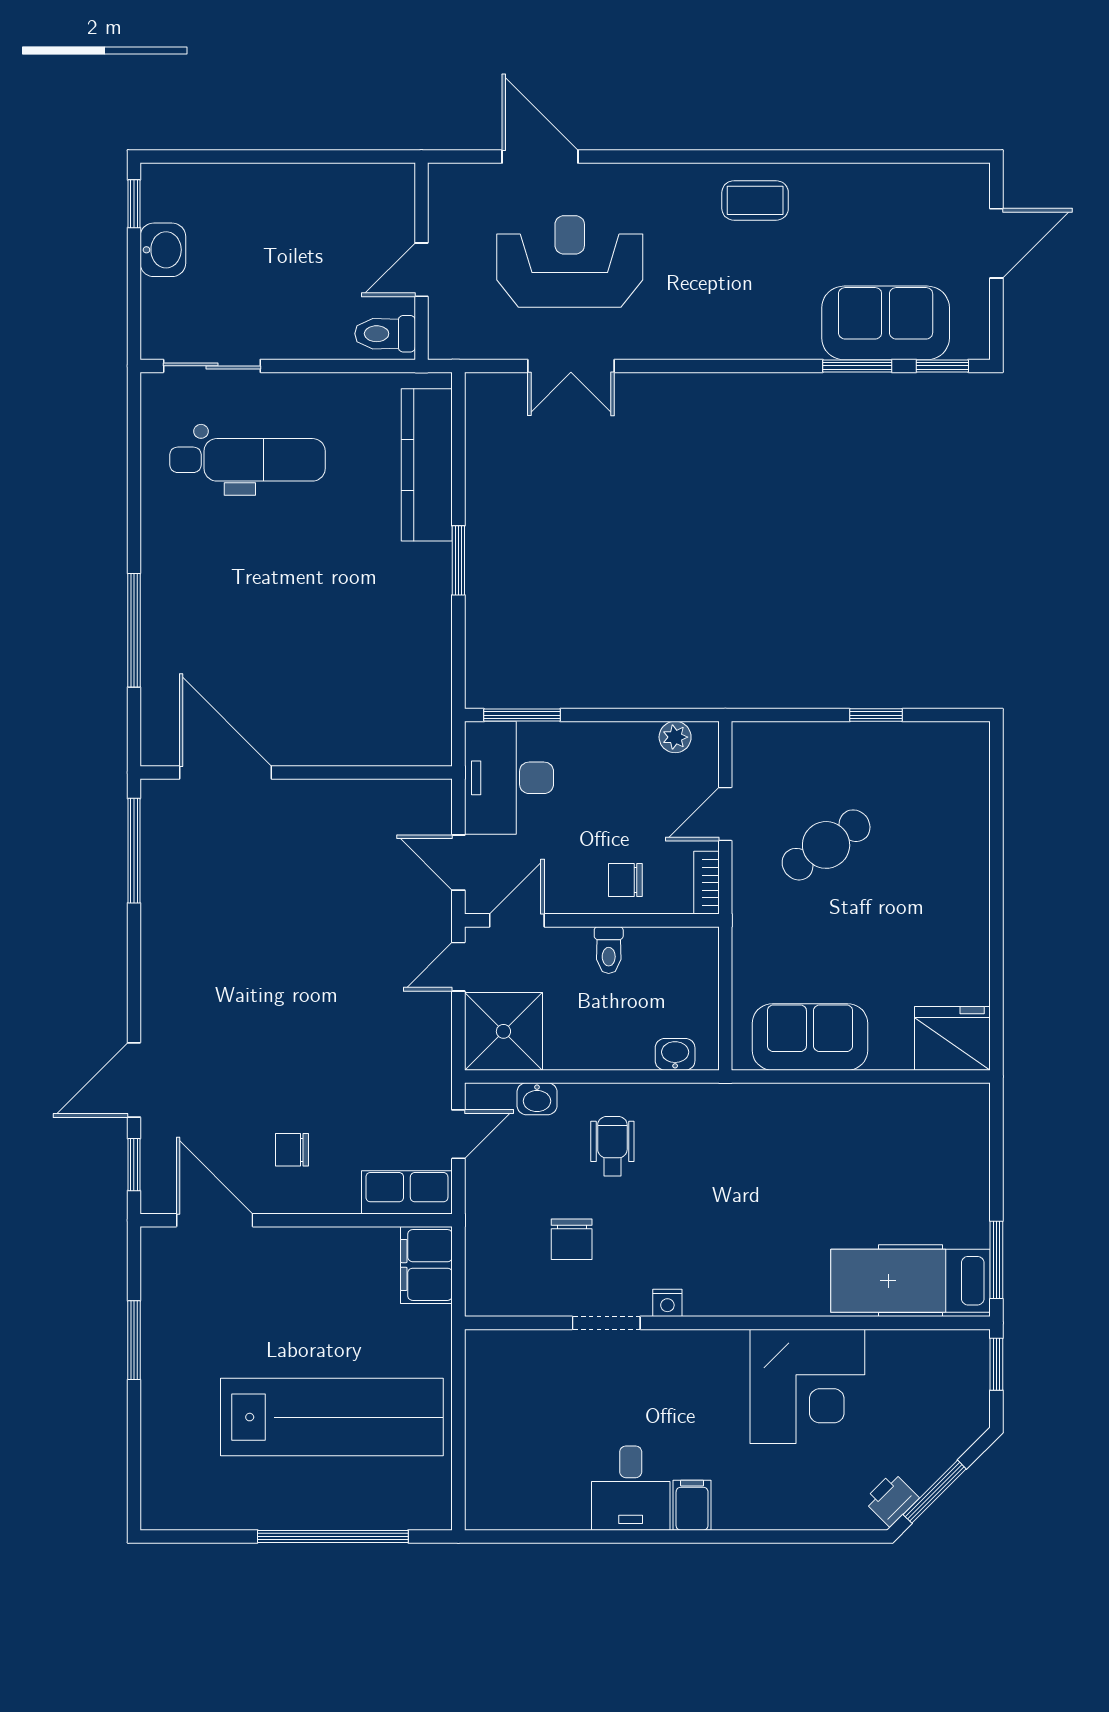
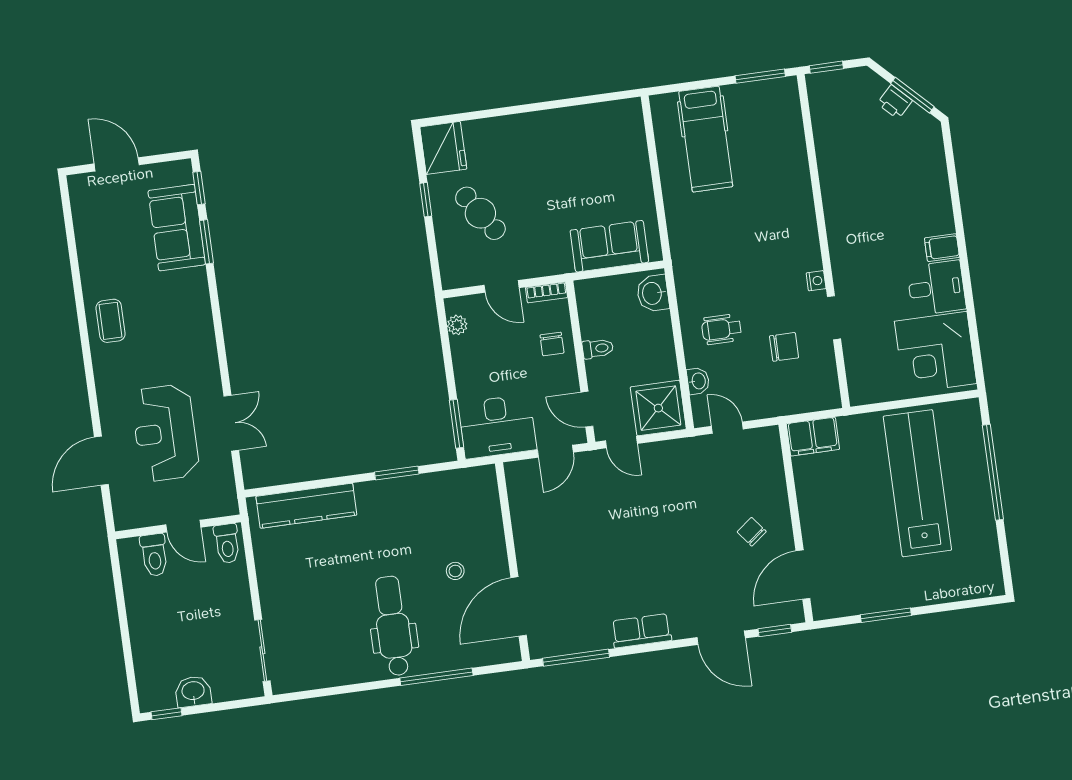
toilet: (383, 218) -> (154, 555), added
dental chair: (248, 460) -> (393, 626), moved
window: (458, 560) -> (397, 473), moved
stool: (294, 682) -> (455, 571), added
cafe table: (826, 845) -> (480, 213), moved
sofa: (810, 1037) -> (609, 246), moved, turned 90
fridge: (952, 1038) -> (443, 148), moved, turned 180
washbasin: (675, 1054) -> (653, 293), width x1.38, depth x1.45
chair: (292, 1150) -> (752, 532), turned 142
row of seats: (407, 1192) -> (641, 631), moved, turned 90
hospital bed: (911, 1281) -> (706, 139), moved
corner desk: (807, 1386) -> (936, 352), moved, turned 180
printer: (891, 1499) -> (895, 102), moved

